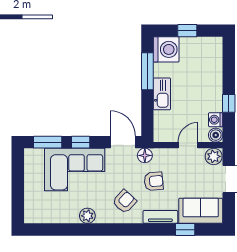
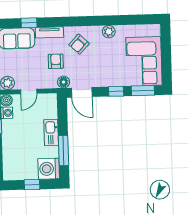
corner sofa: (75, 170) -> (144, 61), moved, turned -90
armchair: (154, 181) -> (56, 61), turned 95

